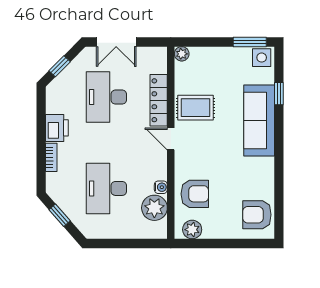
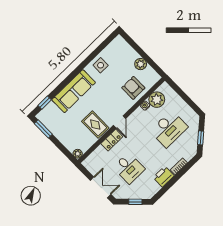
side table: (262, 58) -> (101, 65), moved
window: (279, 94) -> (45, 103), moved
desk: (106, 97) -> (129, 168), width x0.73
locker: (159, 100) -> (112, 140), width x0.66
armchair: (257, 215) -> (116, 52), removed
plant: (192, 230) -> (141, 64), moved

